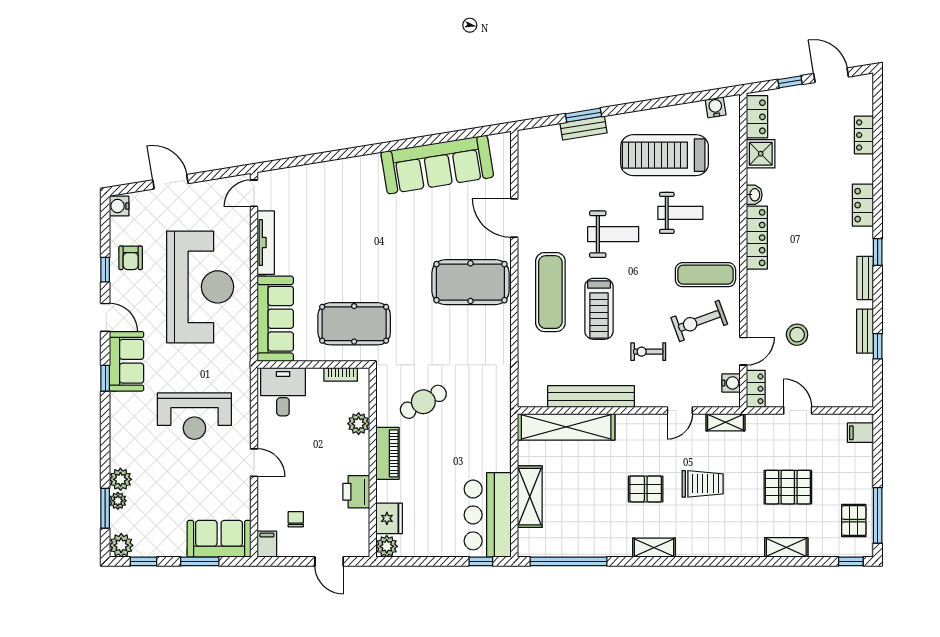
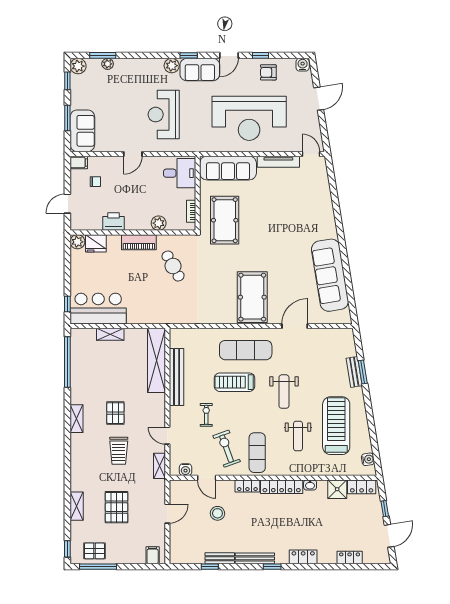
bench: (865, 278) -> (255, 558), width x1.36
locker: (756, 389) -> (247, 486), moved
plant: (120, 479) -> (172, 66), moved
shelving: (530, 497) -> (110, 334), width x0.67, depth x0.75

